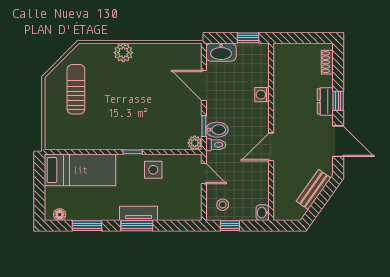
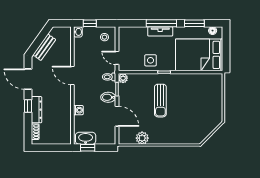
washbasin: (221, 52) -> (86, 138), moved
plant: (123, 53) -> (142, 138), moved
sun lounger: (76, 89) -> (160, 101), moved
dresser: (325, 101) -> (36, 110), width x1.44
bidet: (217, 130) -> (108, 97), moved
door: (271, 147) -> (72, 75), swing flipped
bed: (80, 170) -> (199, 55), width x1.50
window: (137, 226) -> (161, 23), width x1.44
window: (230, 226) -> (90, 23), moved

